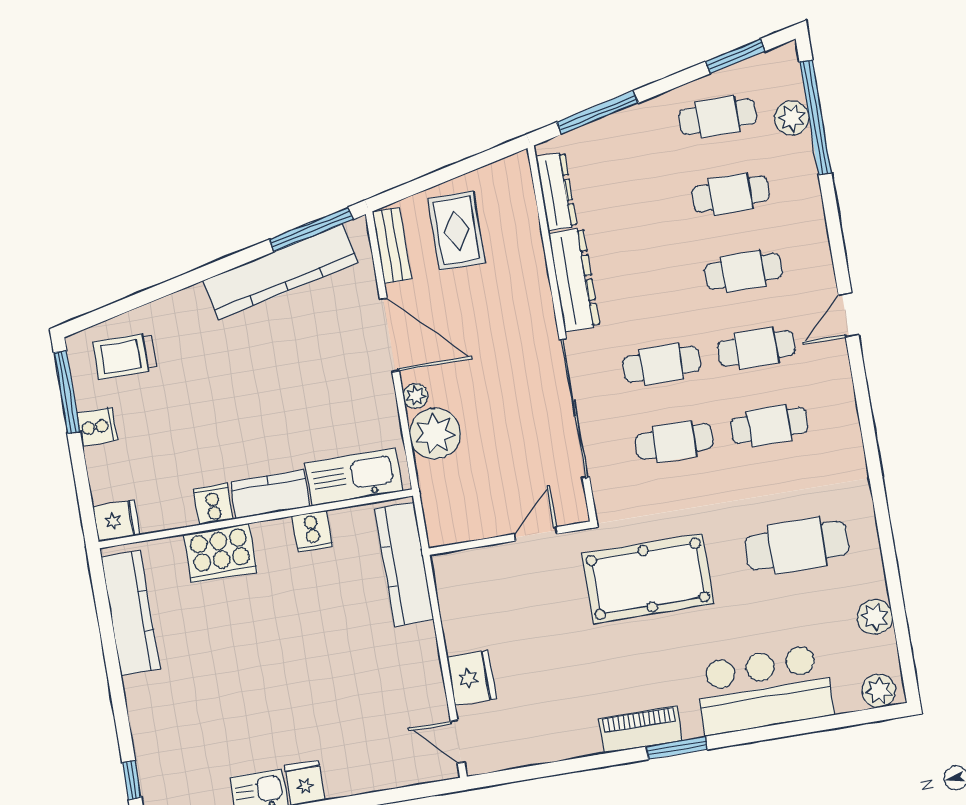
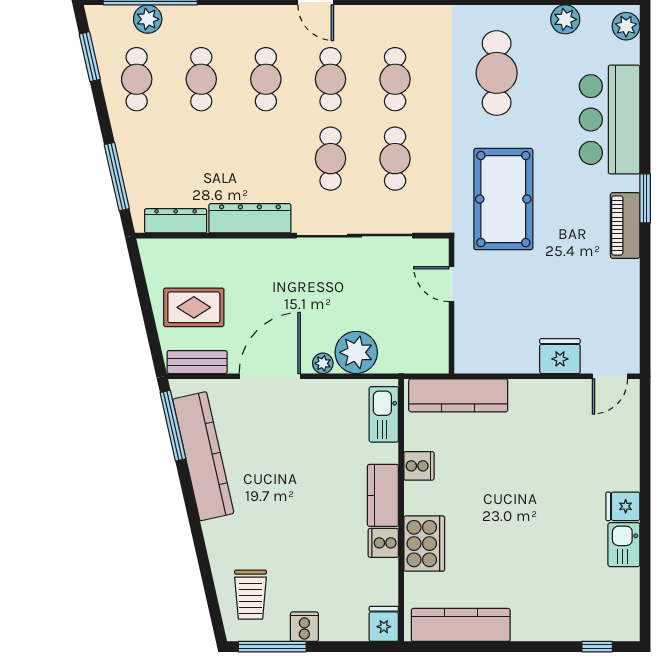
kitchen sink: (354, 477) -> (384, 414), width x0.73, depth x0.81

